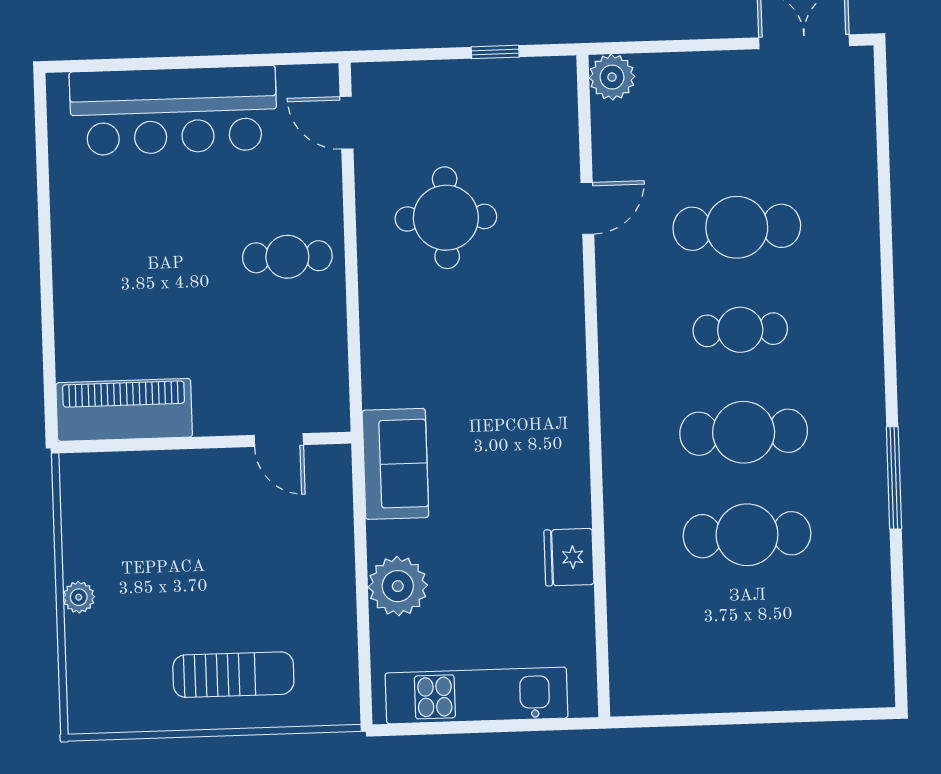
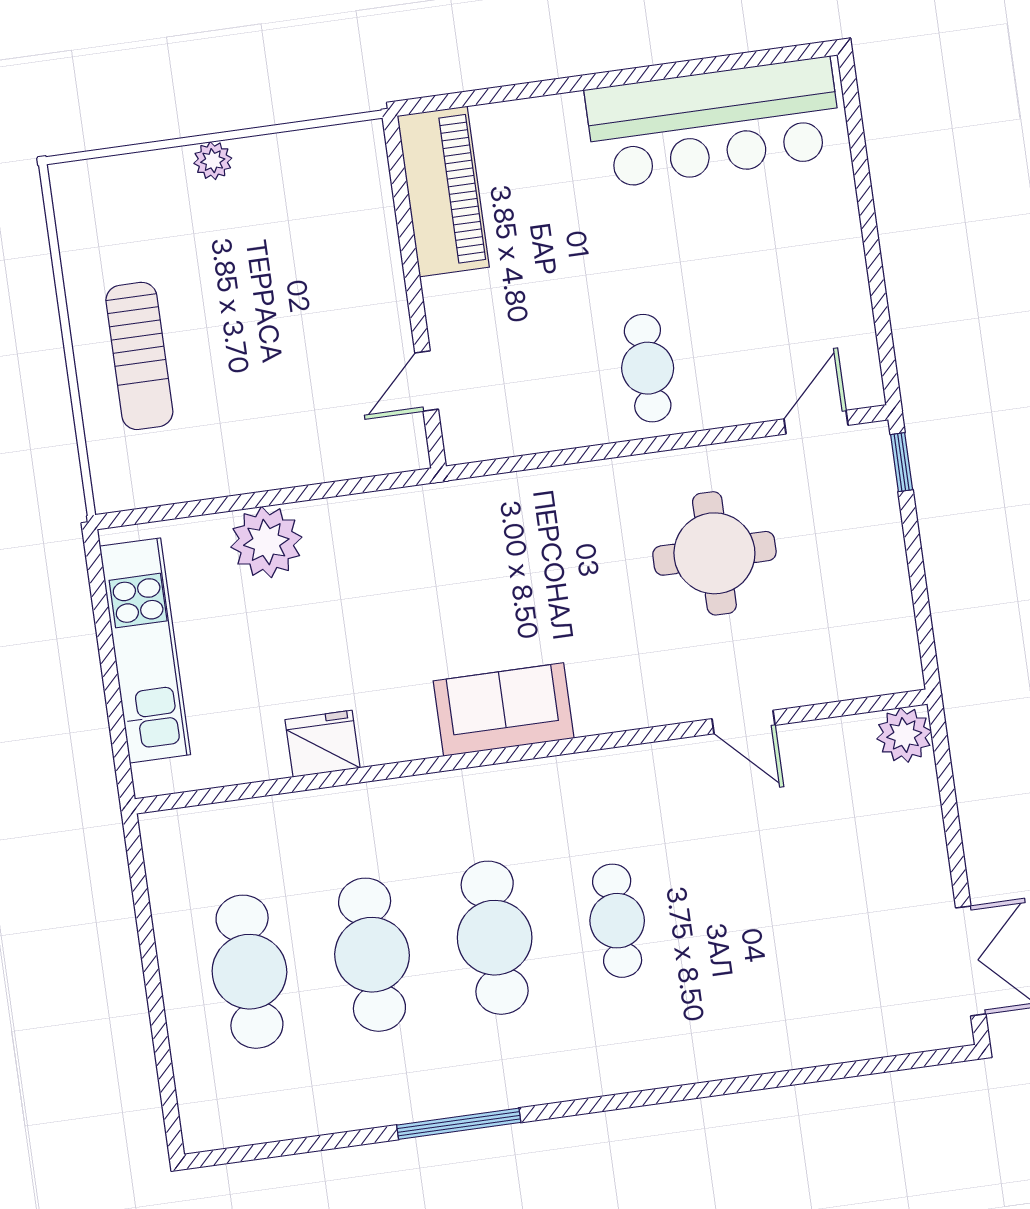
window: (495, 52) -> (902, 462), moved
bar counter: (173, 111) -> (714, 123), moved, turned -90
cafe table: (737, 227) -> (249, 972), moved
sofa: (395, 464) -> (504, 710), moved, turned 180

